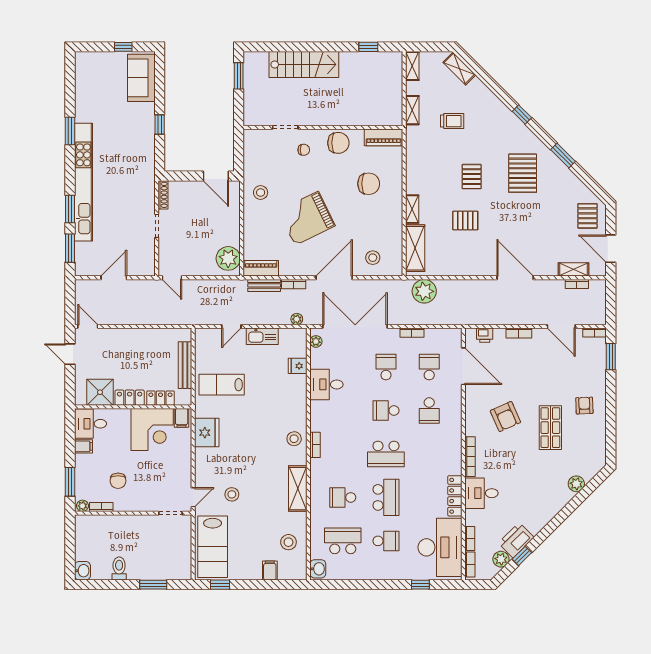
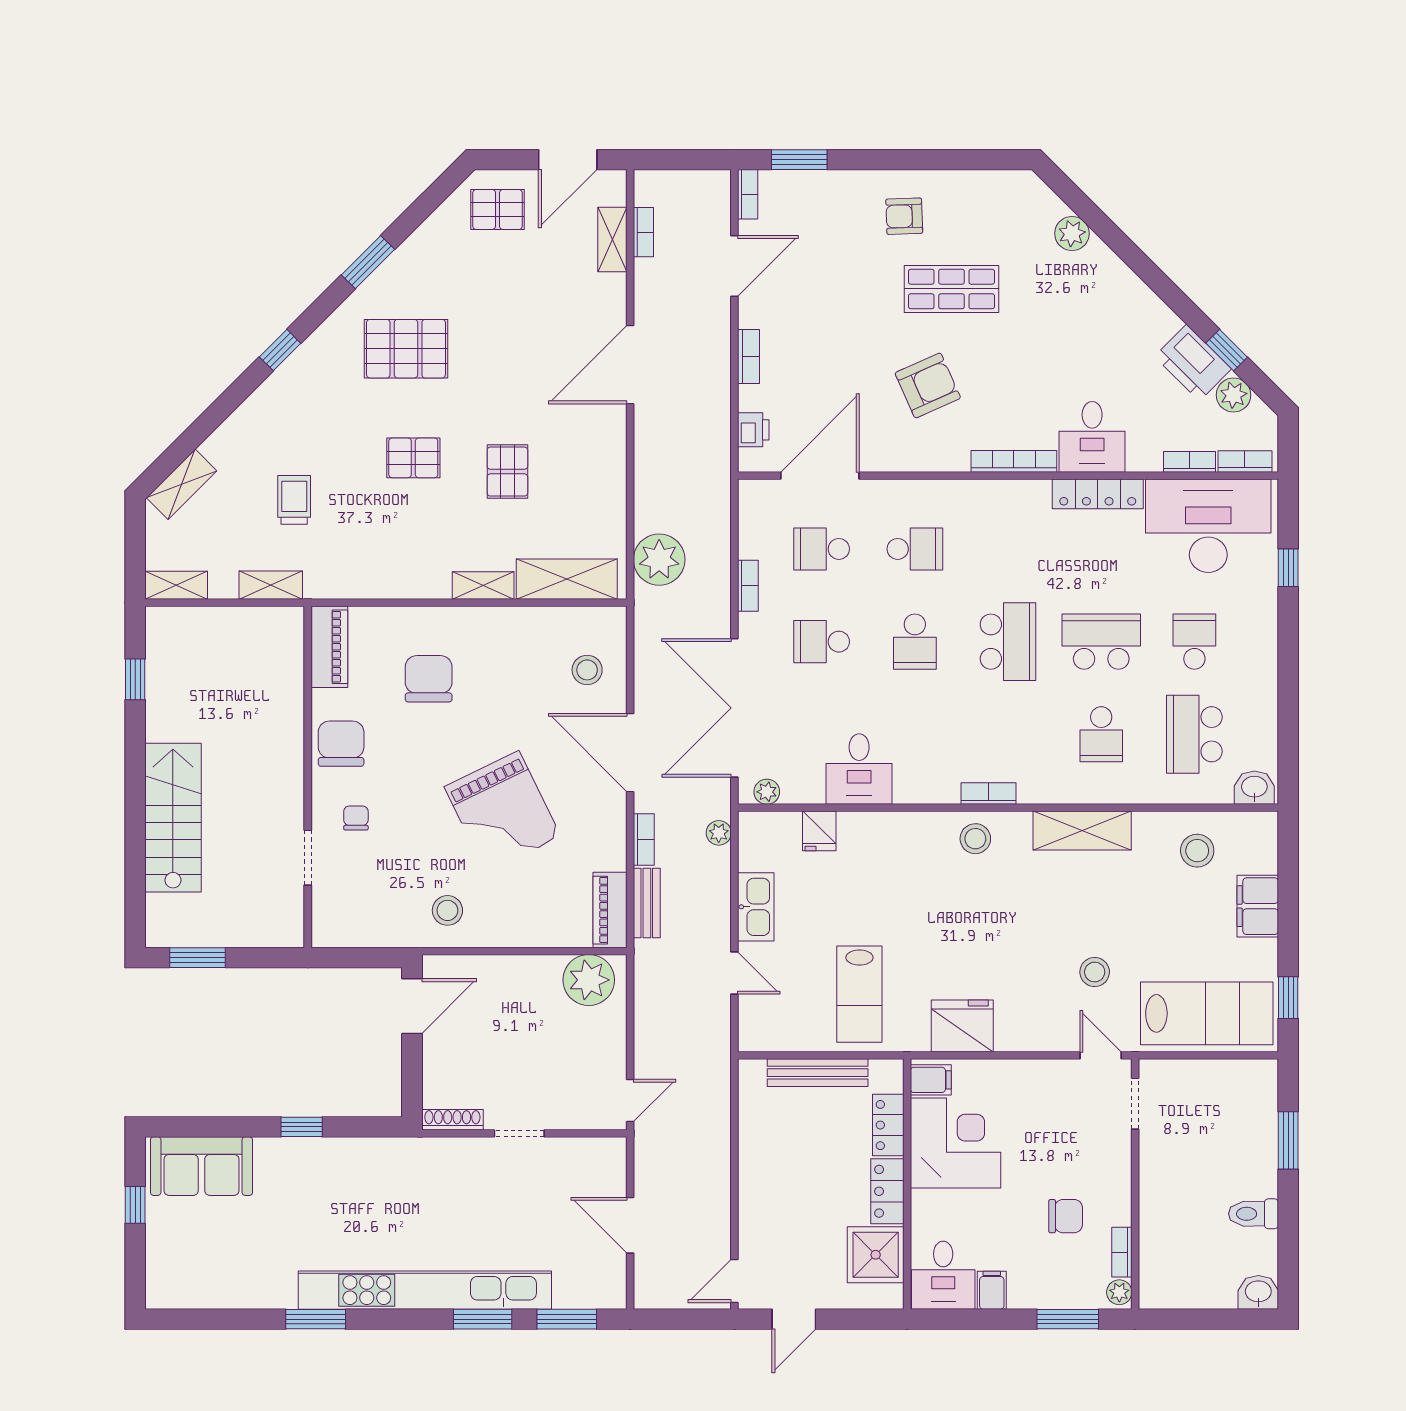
filing cabinet: (270, 570) -> (1258, 906), width x2.00

